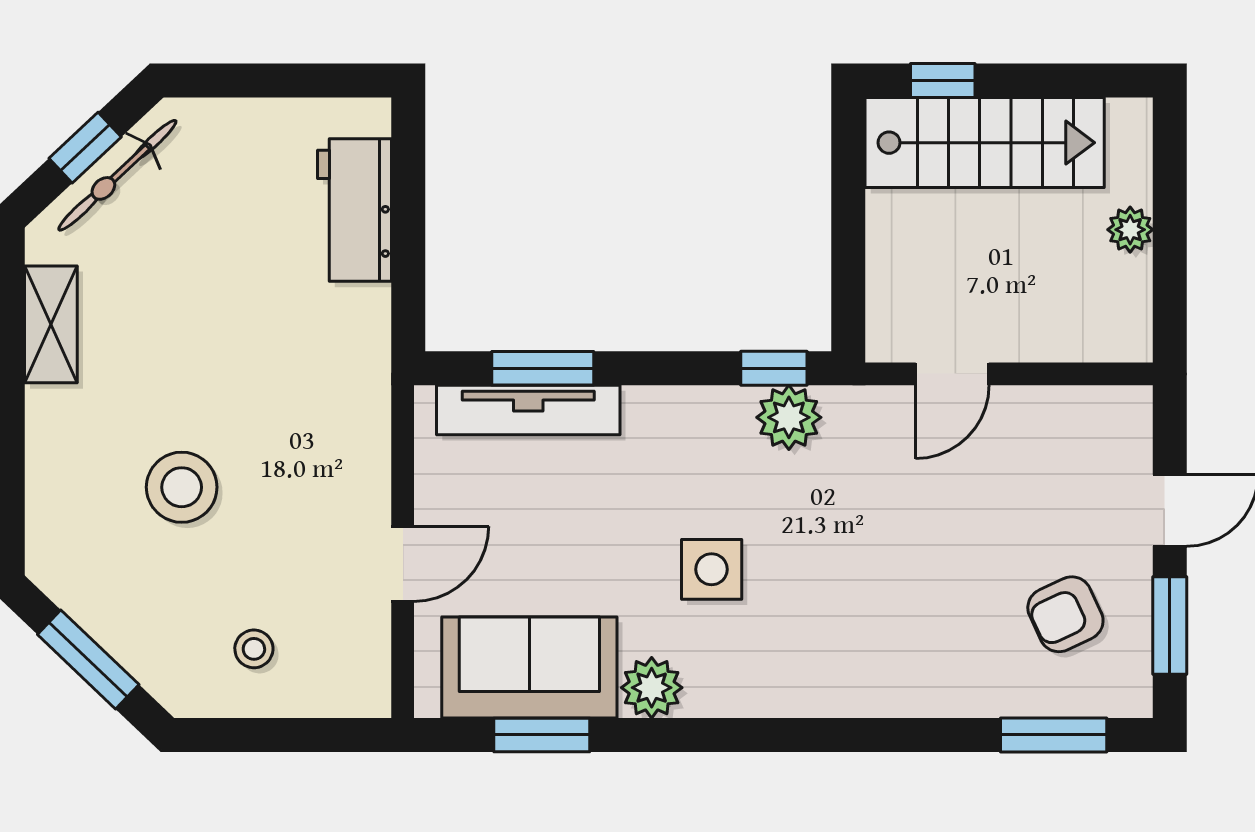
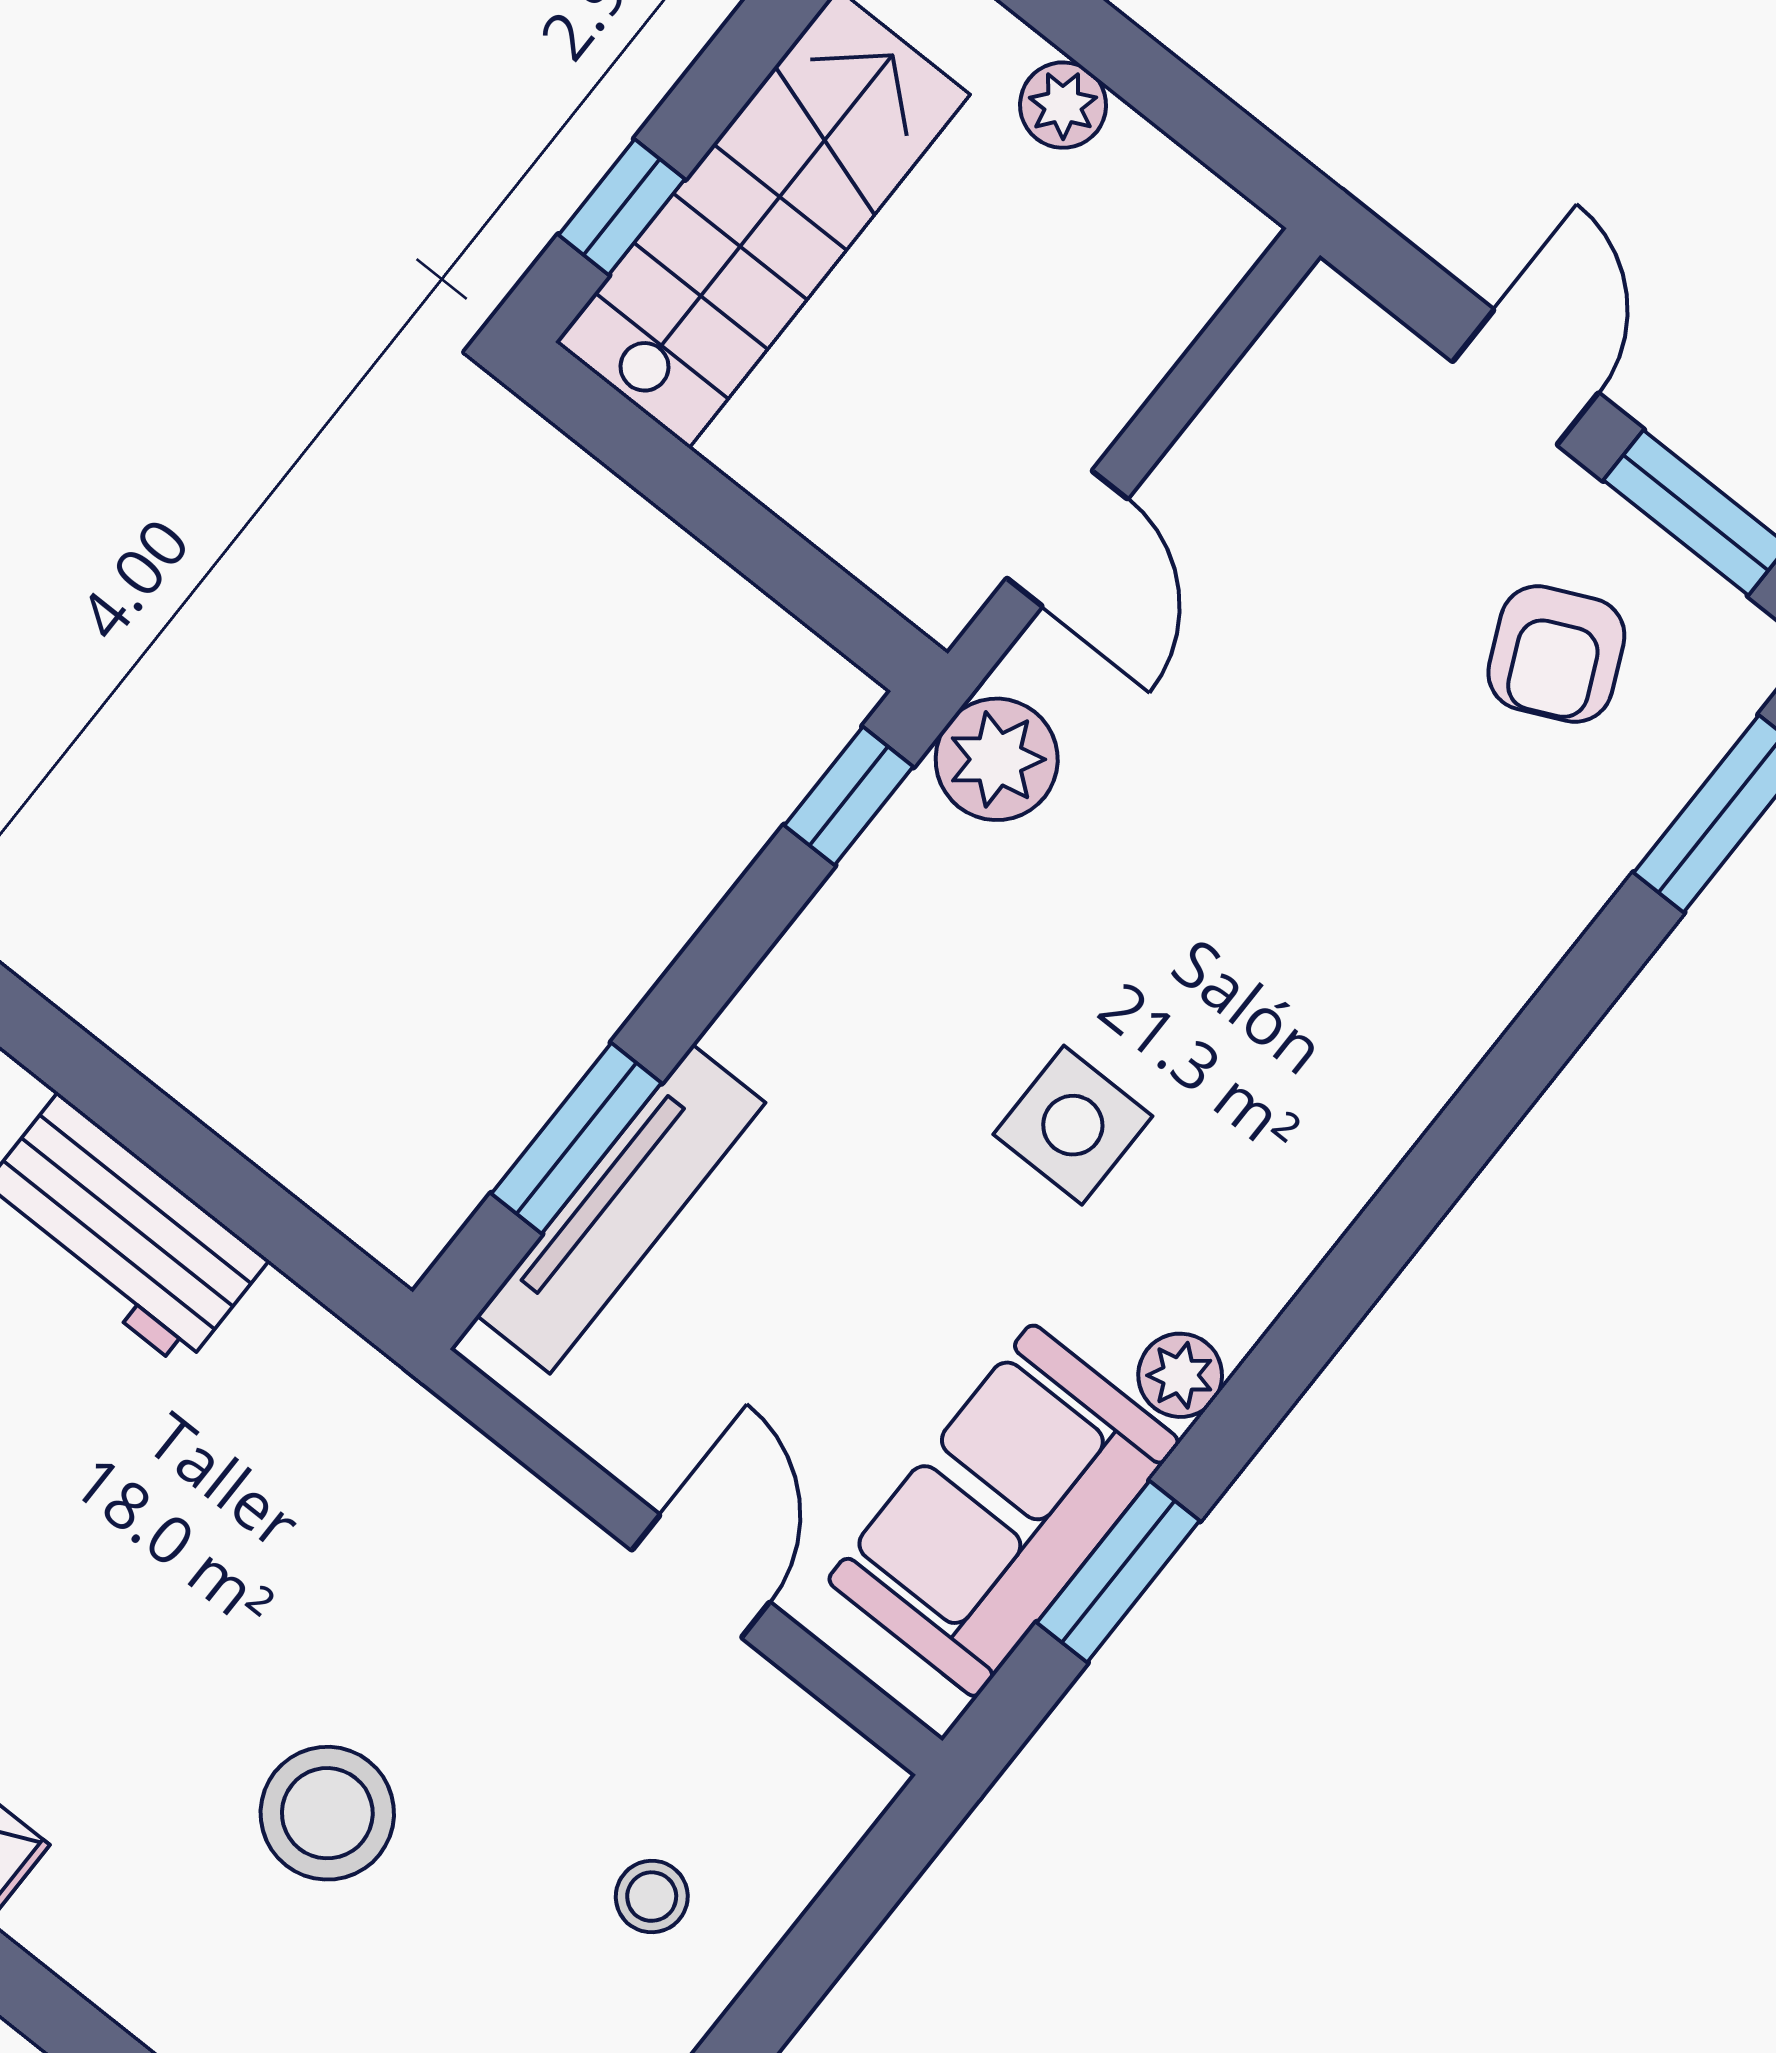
plant: (789, 417) -> (997, 759), moved
plant: (652, 688) -> (1180, 1375), width x0.73, depth x0.73

